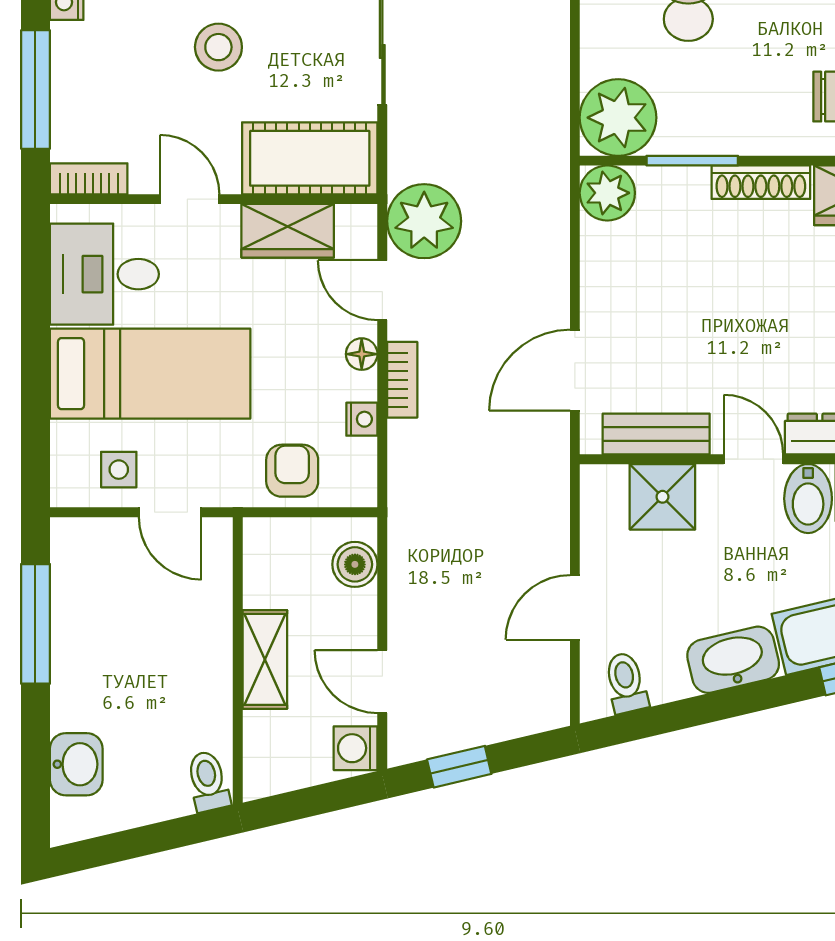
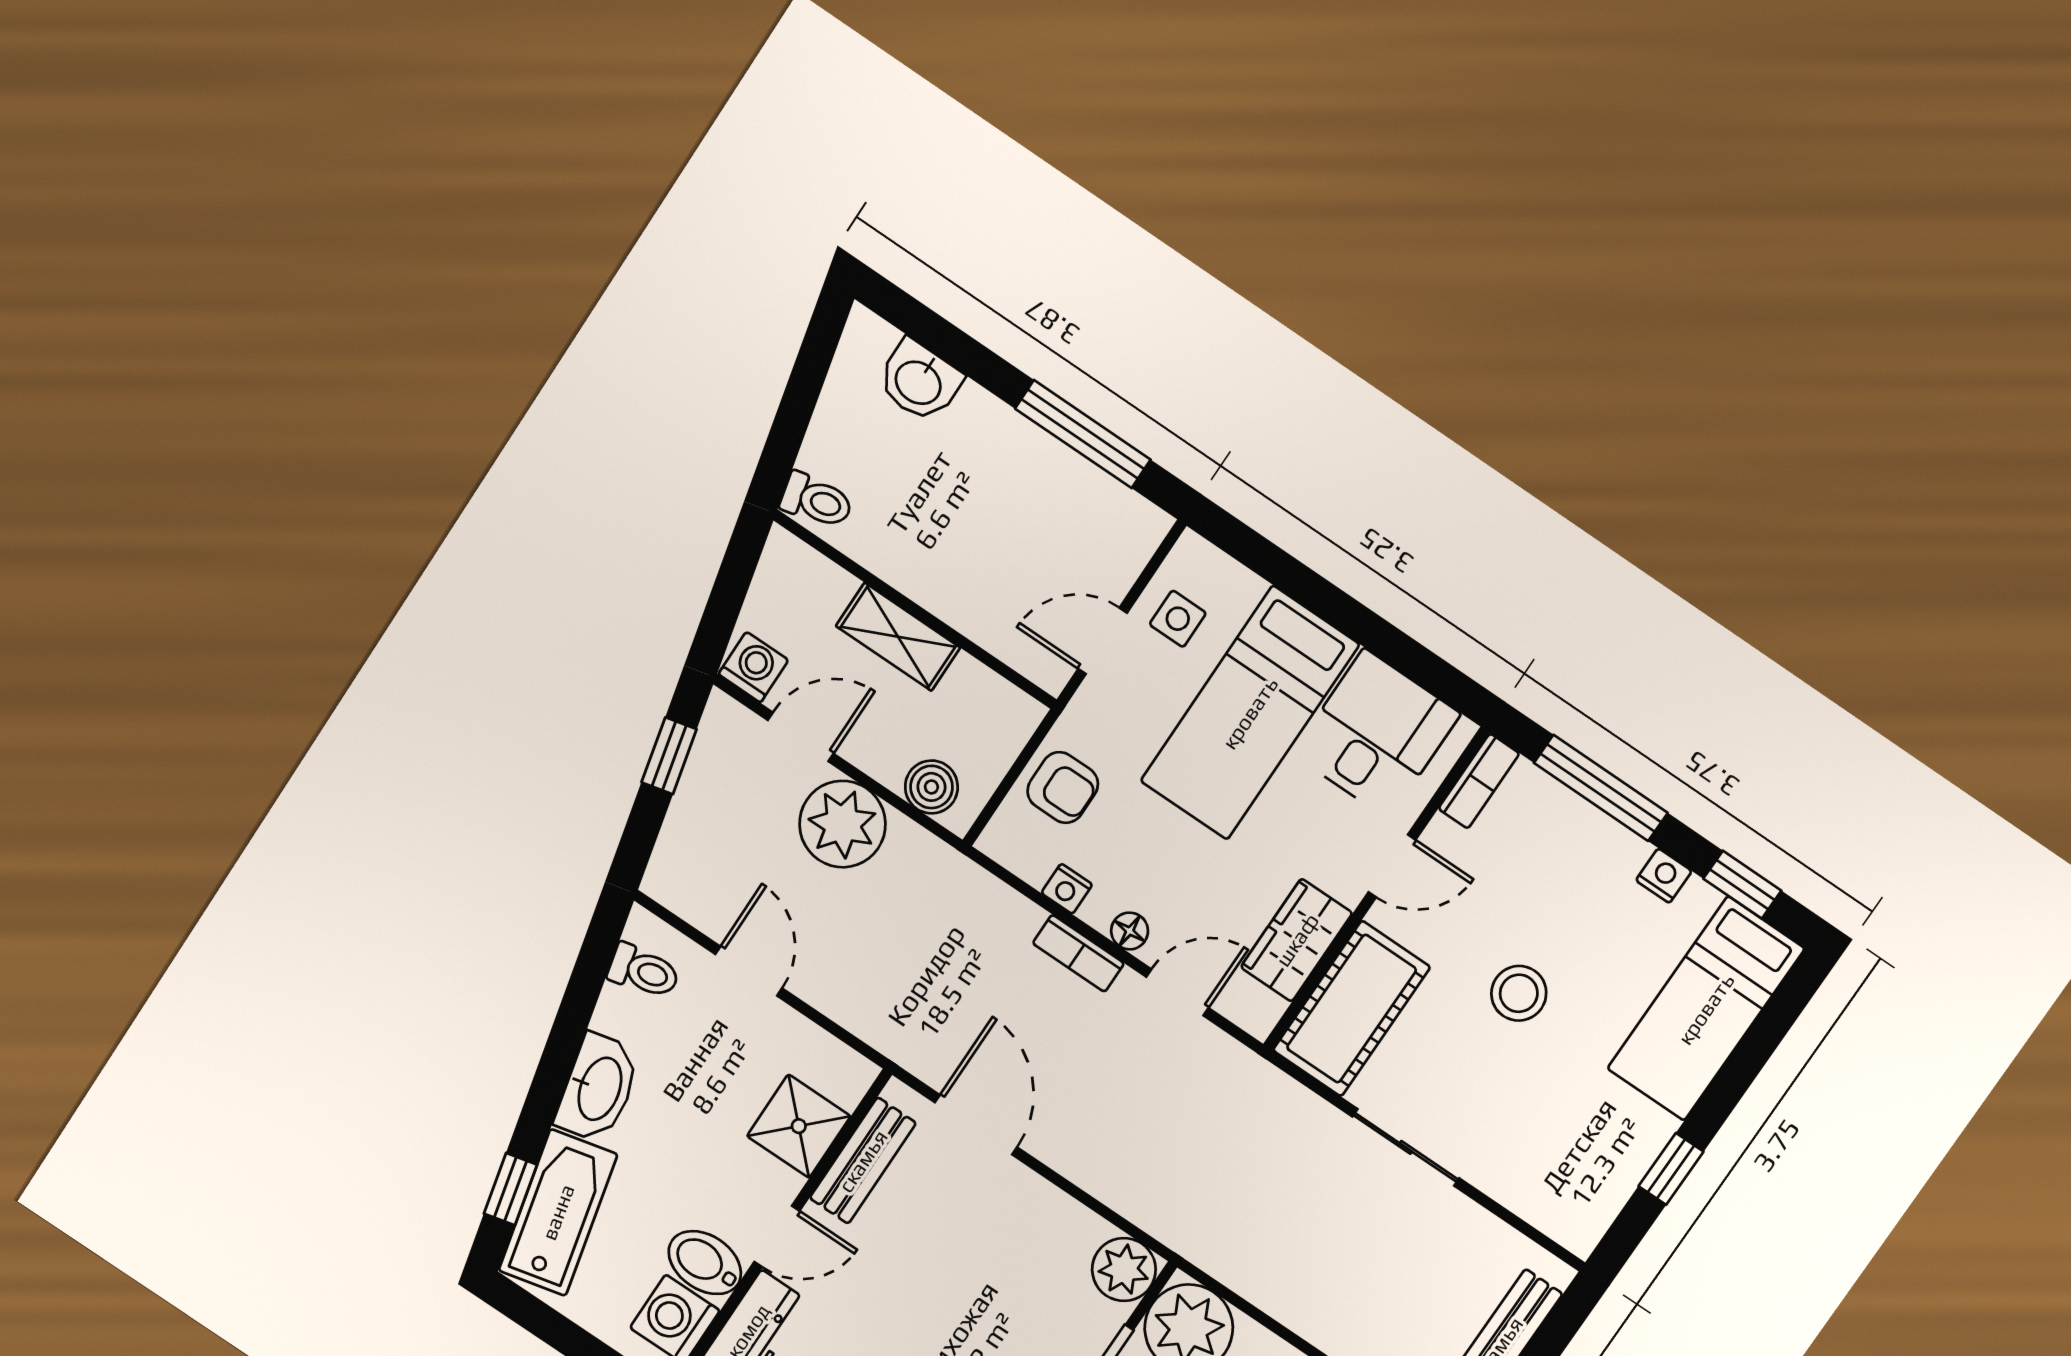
plant: (424, 221) -> (842, 824), moved

